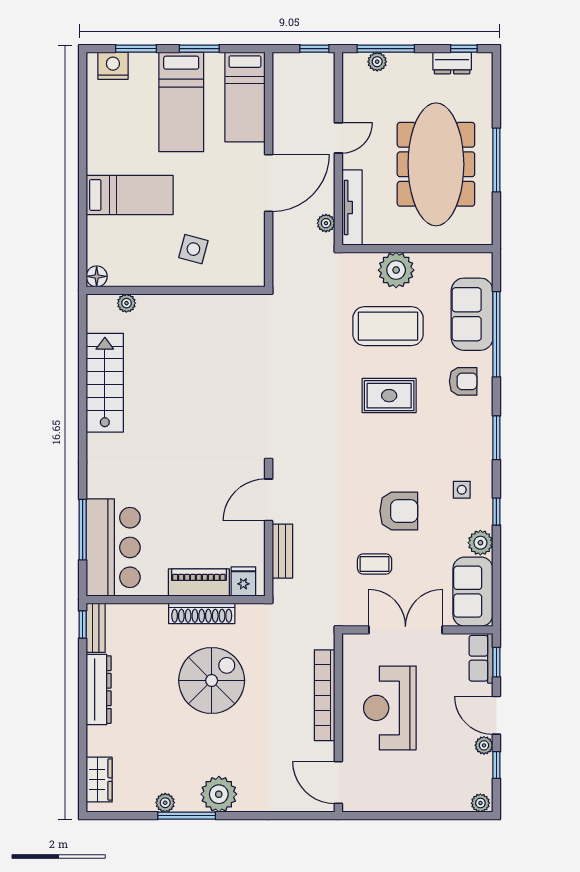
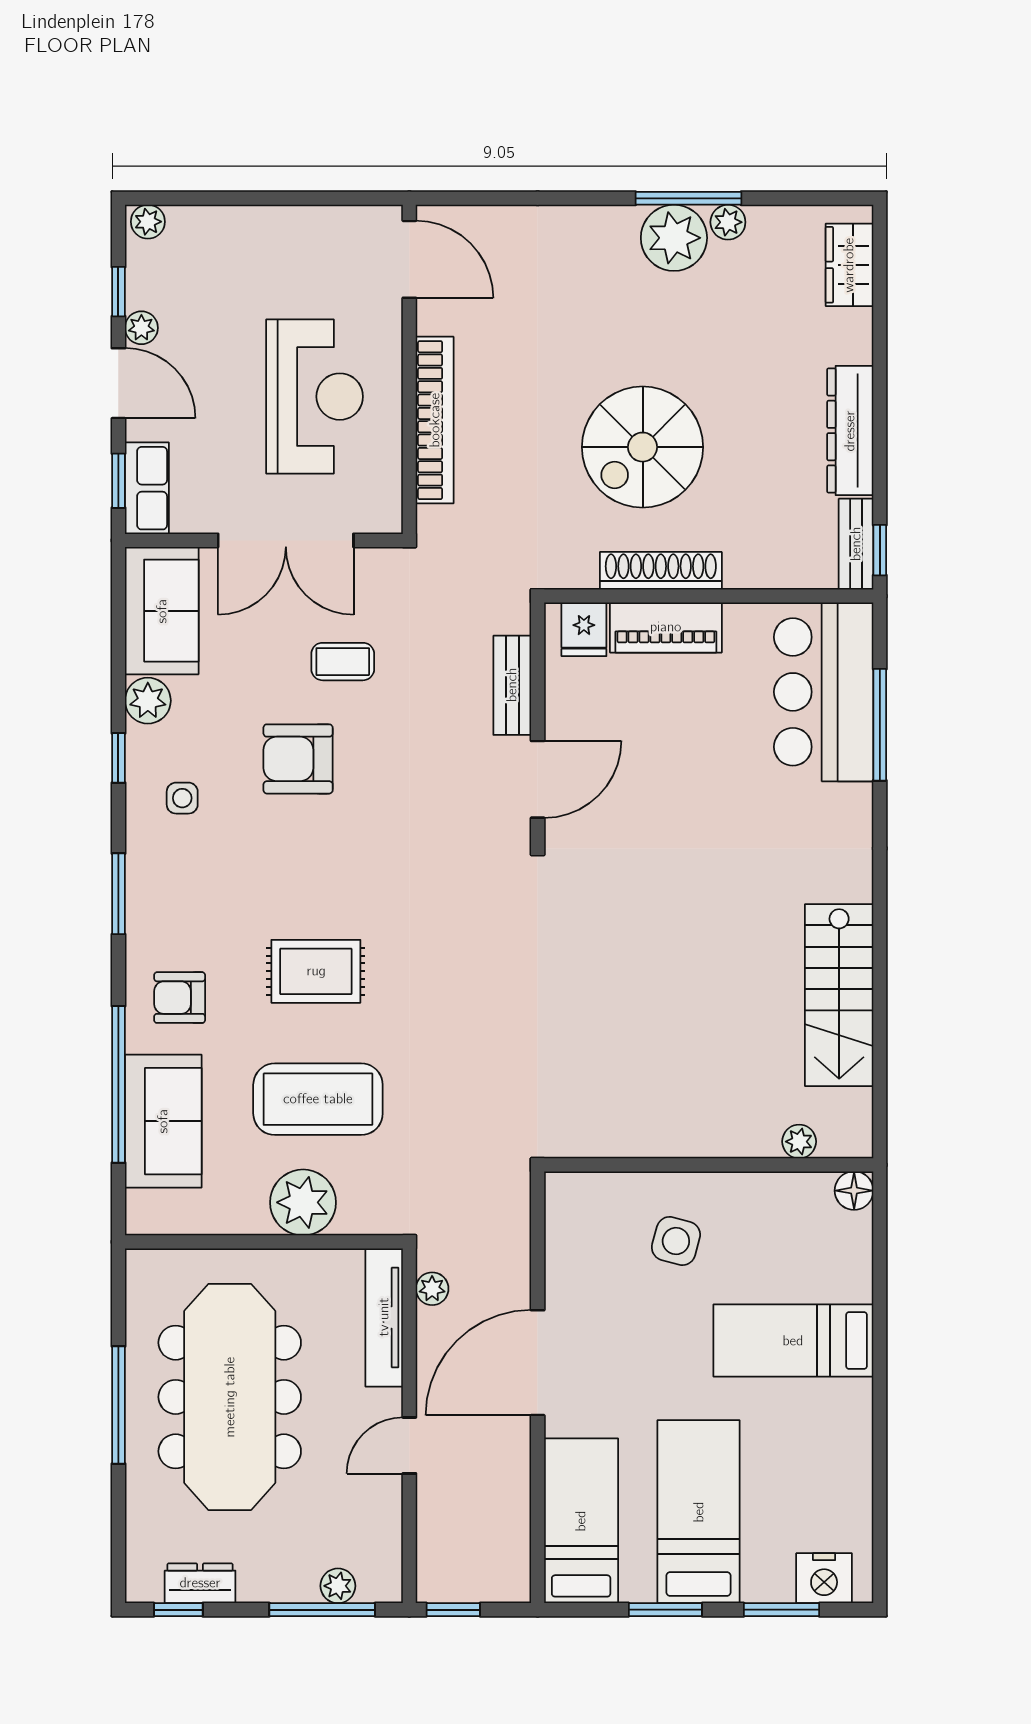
plant: (219, 794) -> (674, 238), moved

